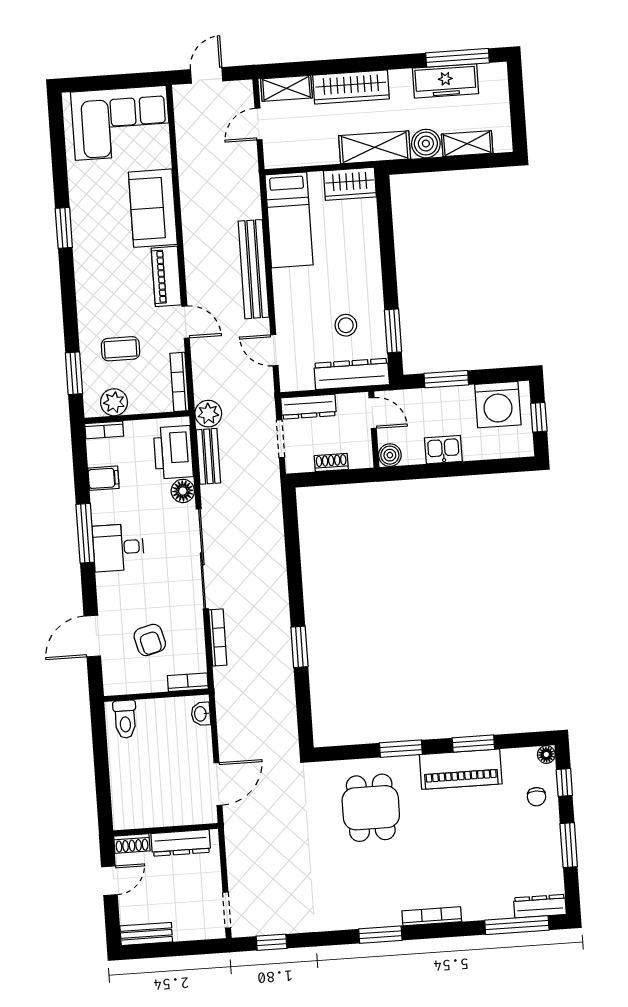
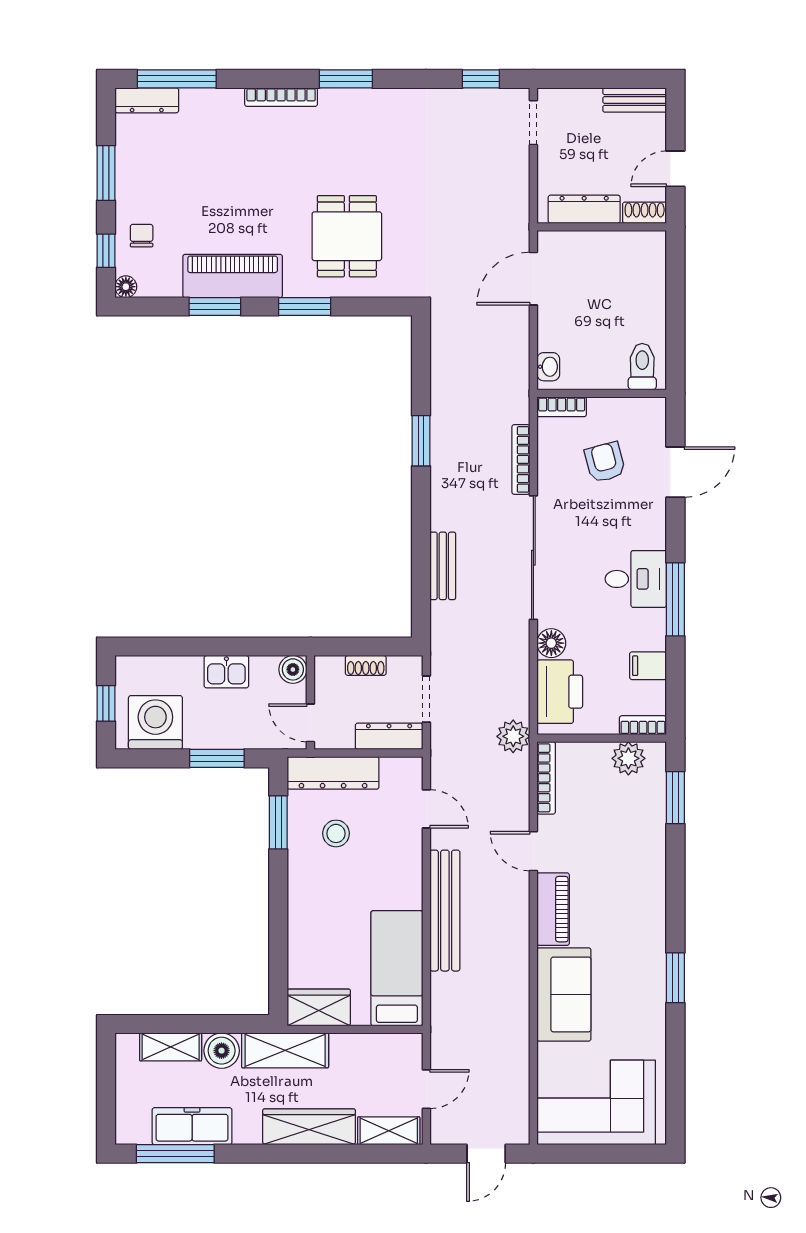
coffee table: (120, 349) -> (616, 824), removed
bench: (208, 456) -> (443, 566), moved

